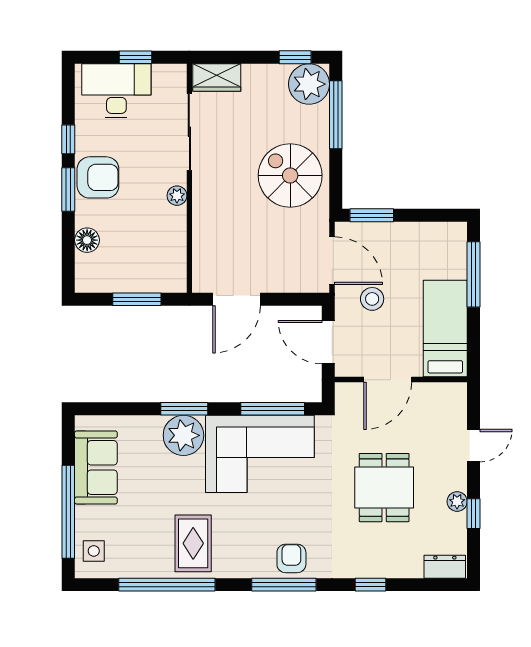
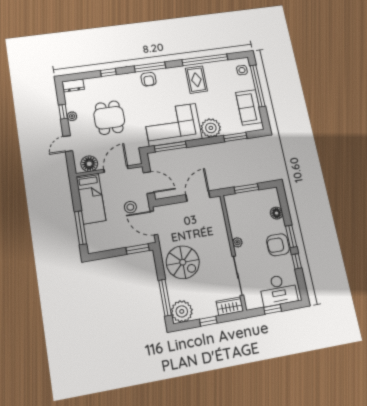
window: (295, 57) -> (208, 321), moved
floor lamp: (438, 398) -> (89, 164), added
window: (184, 409) -> (235, 137), moved

